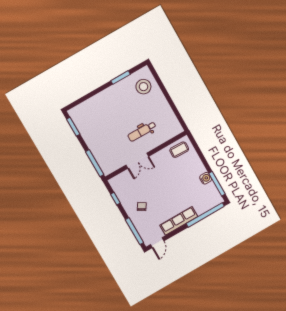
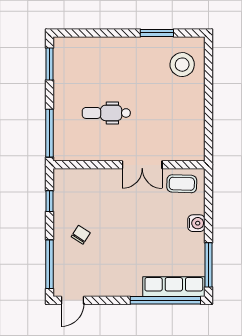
dental chair: (142, 131) -> (106, 113), moved
double door: (137, 161) -> (142, 165), moved
water cooler: (206, 178) -> (196, 223), moved
row of seats: (179, 221) -> (174, 287), moved

